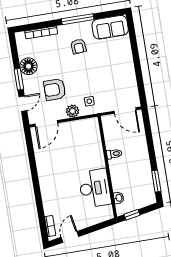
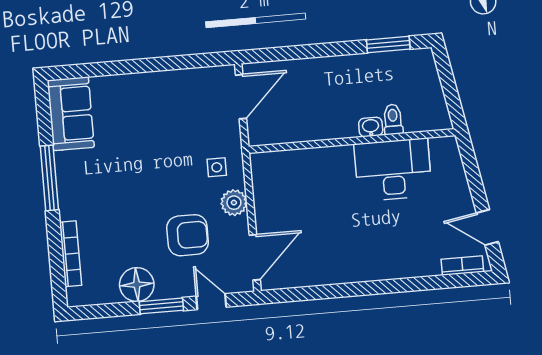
armchair: (78, 46) -> (104, 181), removed
armchair: (55, 89) -> (188, 235), turned -90
door: (46, 123) -> (255, 257), hinge flipped
toilet: (114, 154) -> (393, 119), moved
washbasin: (119, 198) -> (371, 127), moved
window: (132, 215) -> (452, 99), removed

